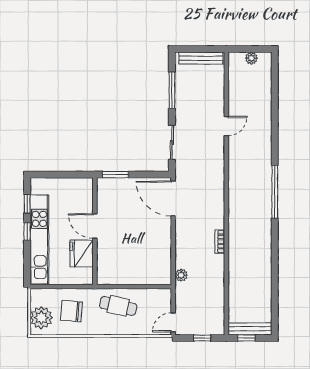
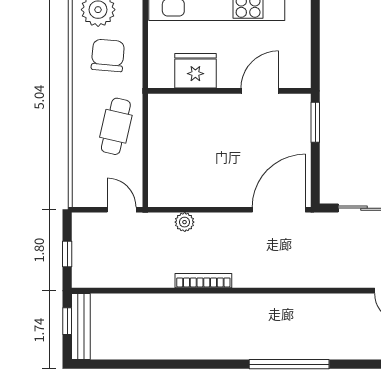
door: (95, 226) -> (260, 91), moved
bookcase: (220, 242) -> (203, 281), width x1.56
plant: (181, 275) -> (185, 222), moved
door: (173, 322) -> (122, 210), moved

